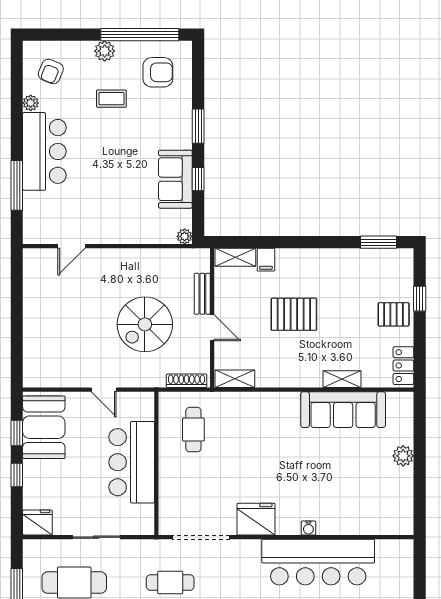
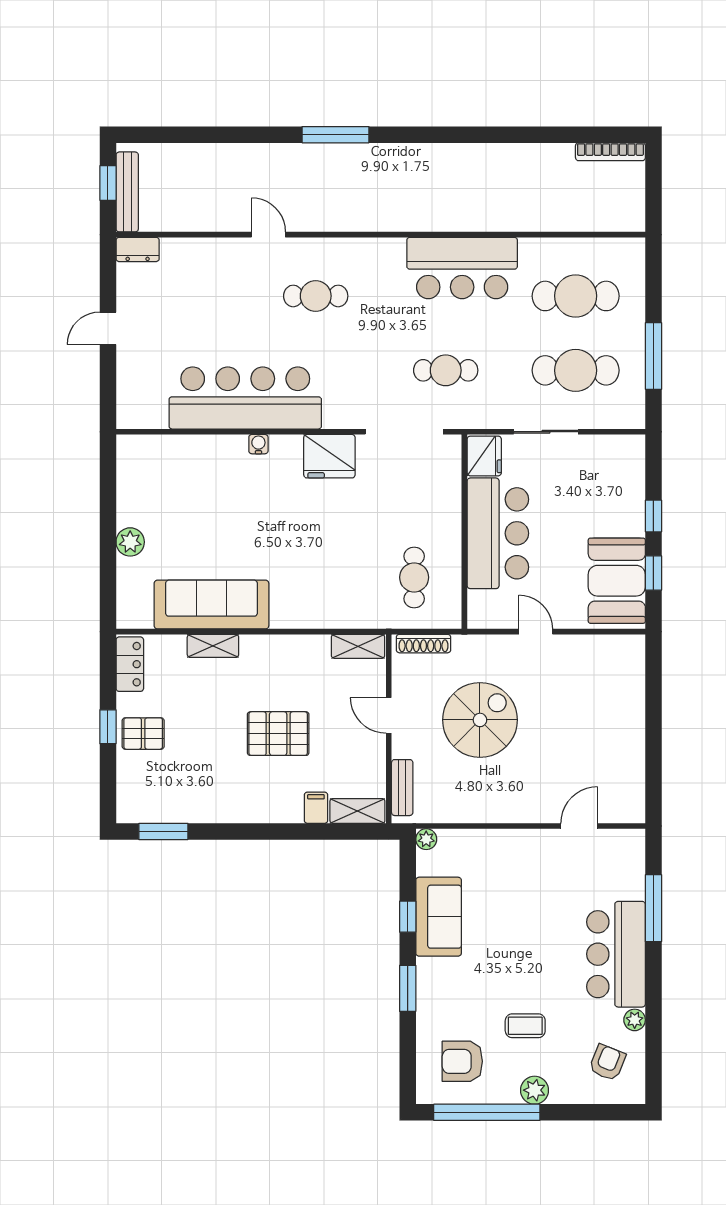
bench: (202, 294) -> (402, 788), moved
window: (420, 299) -> (108, 727), moved
fridge: (37, 523) -> (484, 456), moved, turned -90

